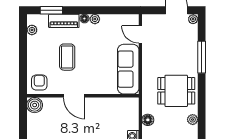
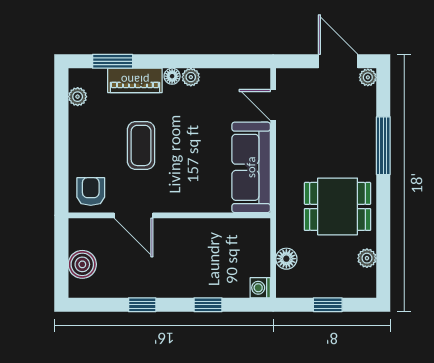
door: (74, 96) -> (134, 215), moved
boiler: (35, 105) -> (82, 264), moved

